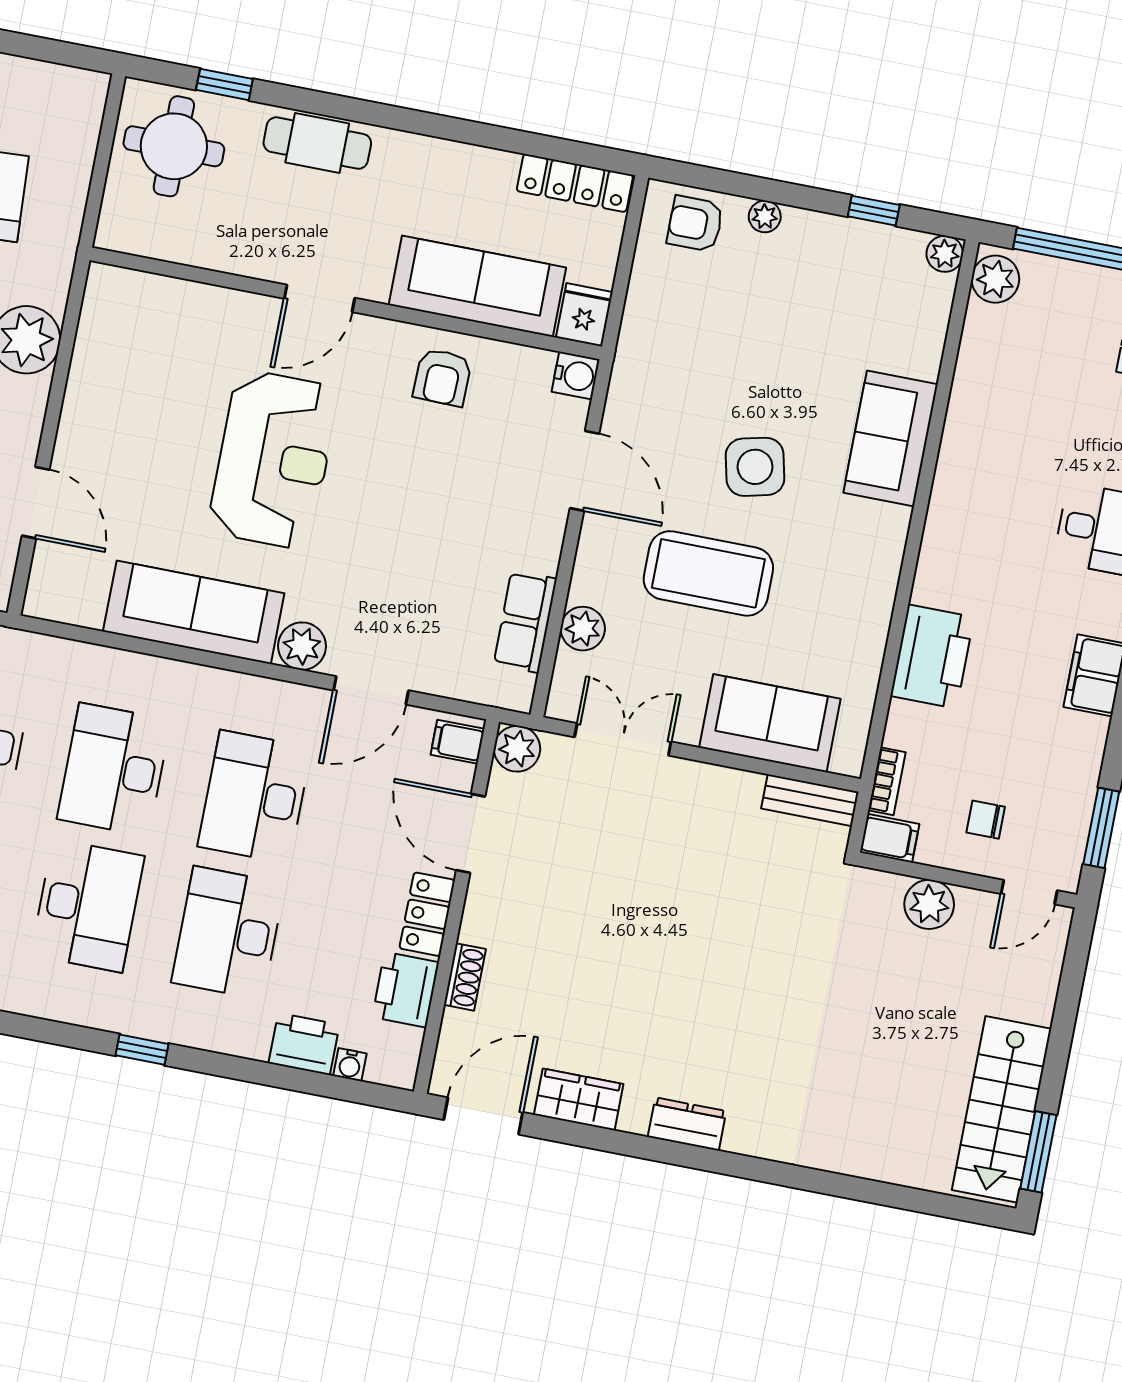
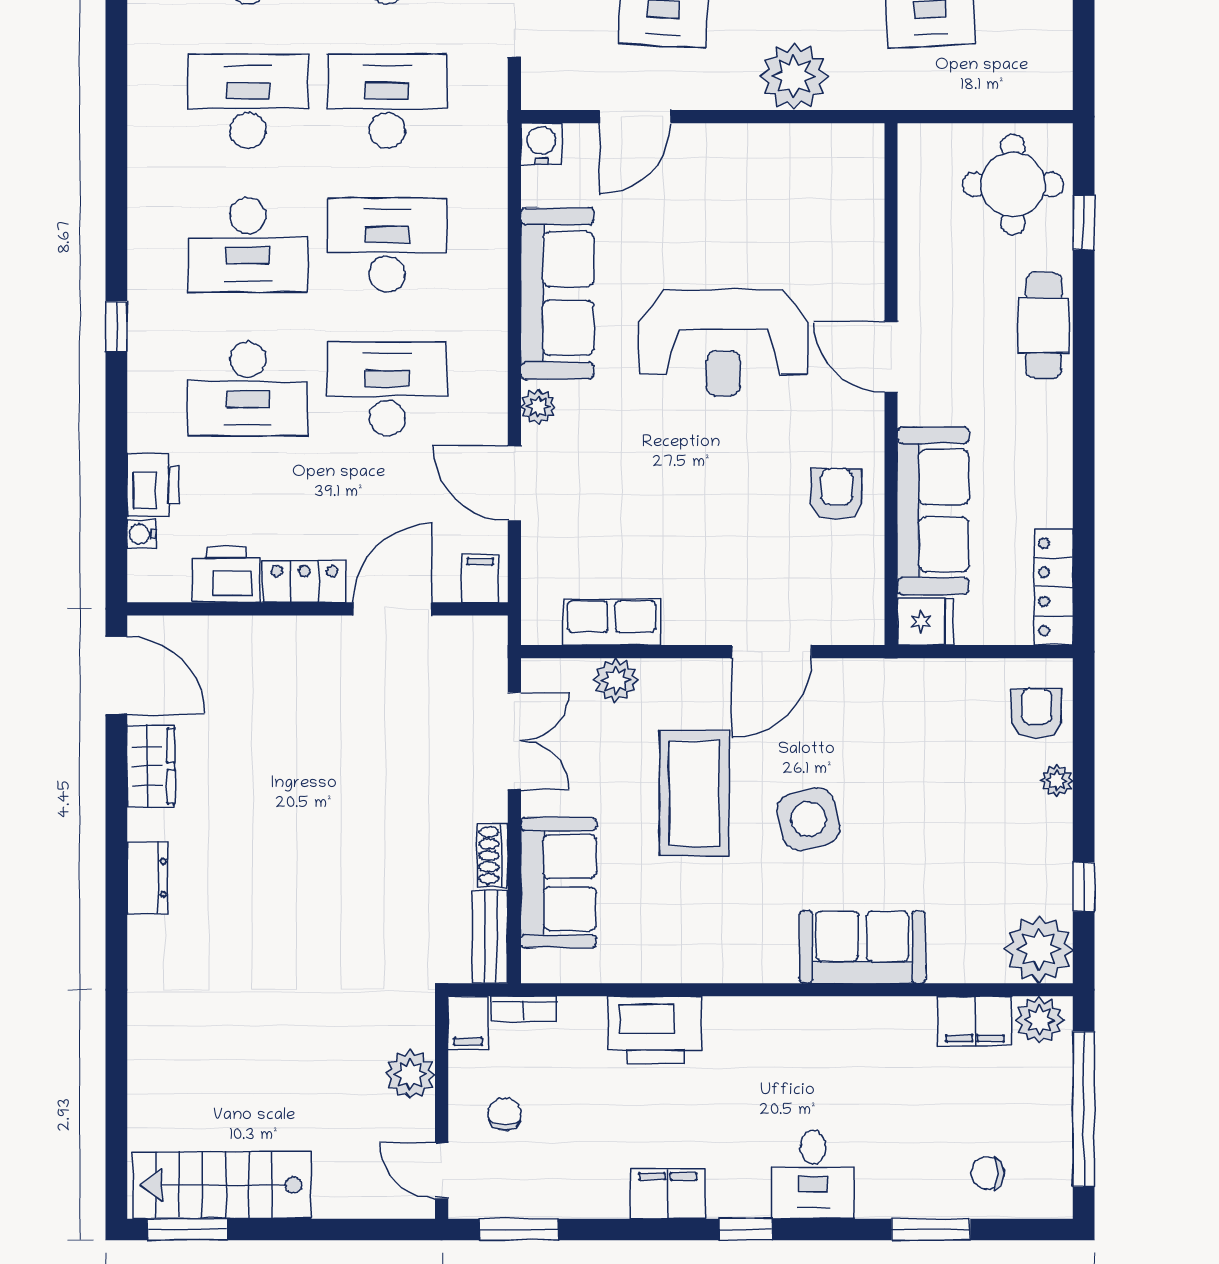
plant: (945, 254) -> (1039, 949), width x1.88, depth x1.88
filing cabinet: (984, 342) -> (975, 1021), added
water cooler: (576, 376) -> (541, 144), moved, turned 180
armchair: (442, 377) -> (837, 494), turned 89
plant: (302, 646) -> (538, 407), width x0.73, depth x0.73
plant: (517, 749) -> (485, 638), removed
desk: (228, 933) -> (248, 389), turned 180
shoe rack: (465, 977) -> (493, 855), moved, turned 90

